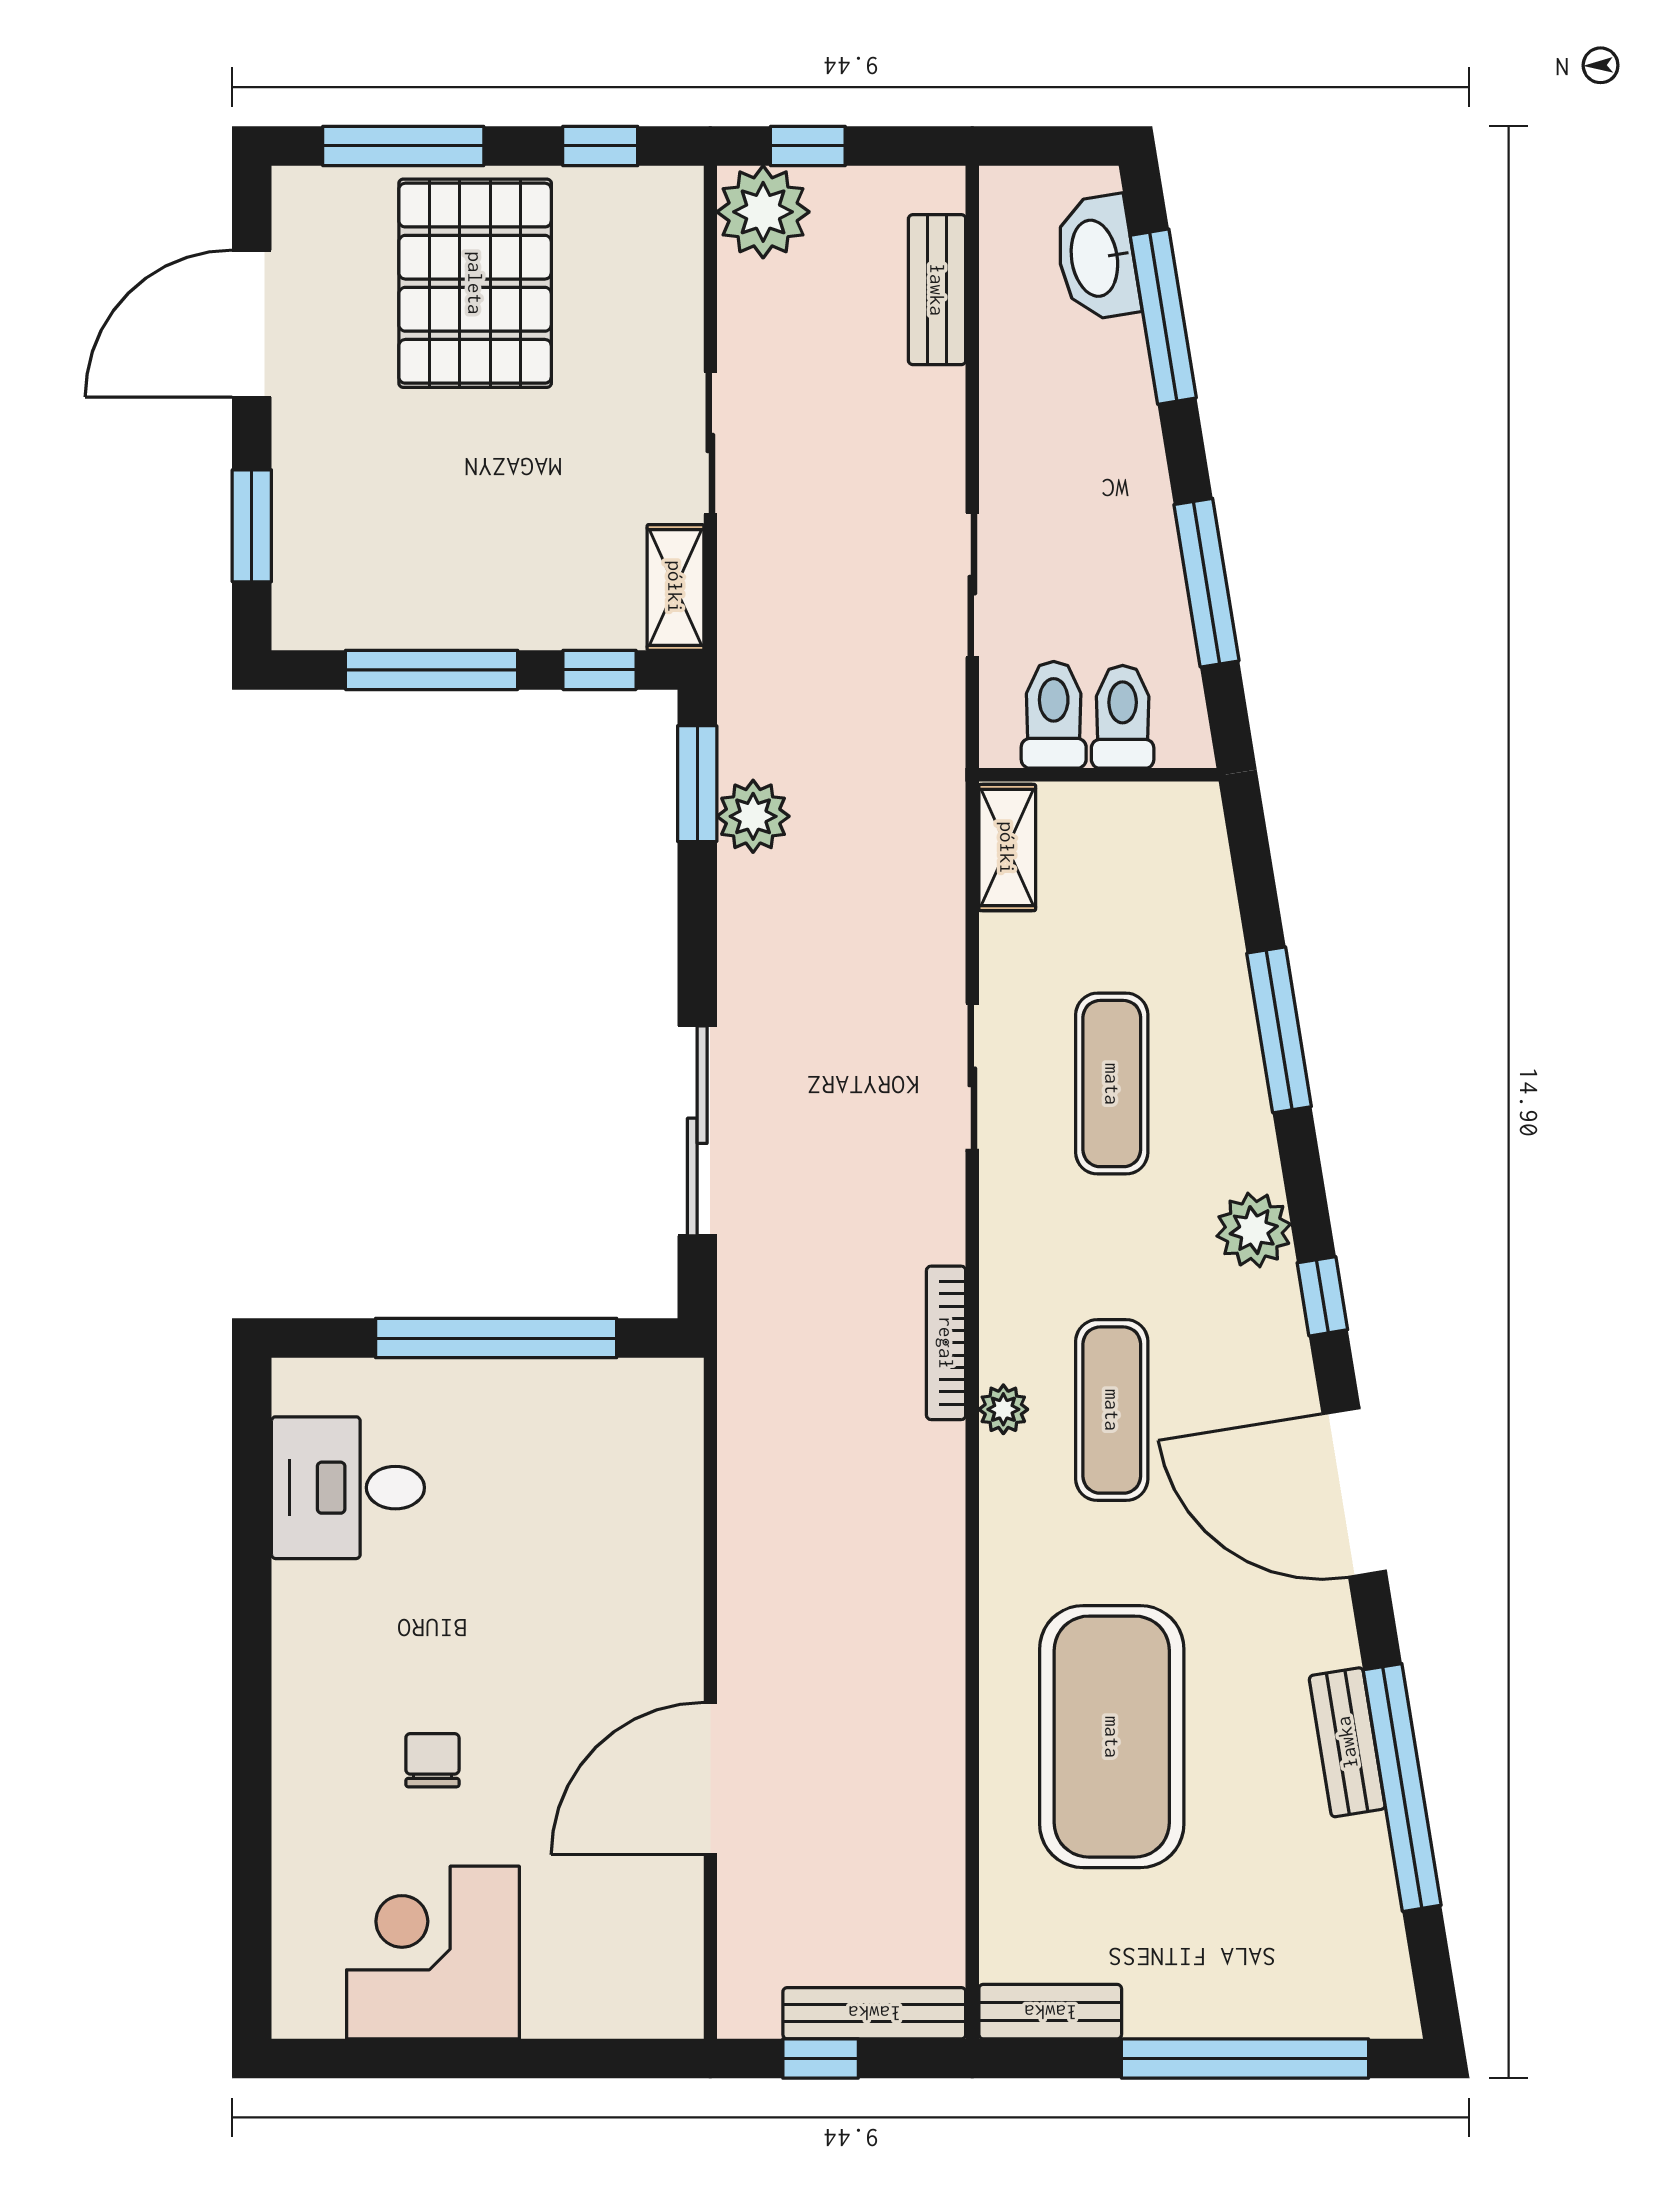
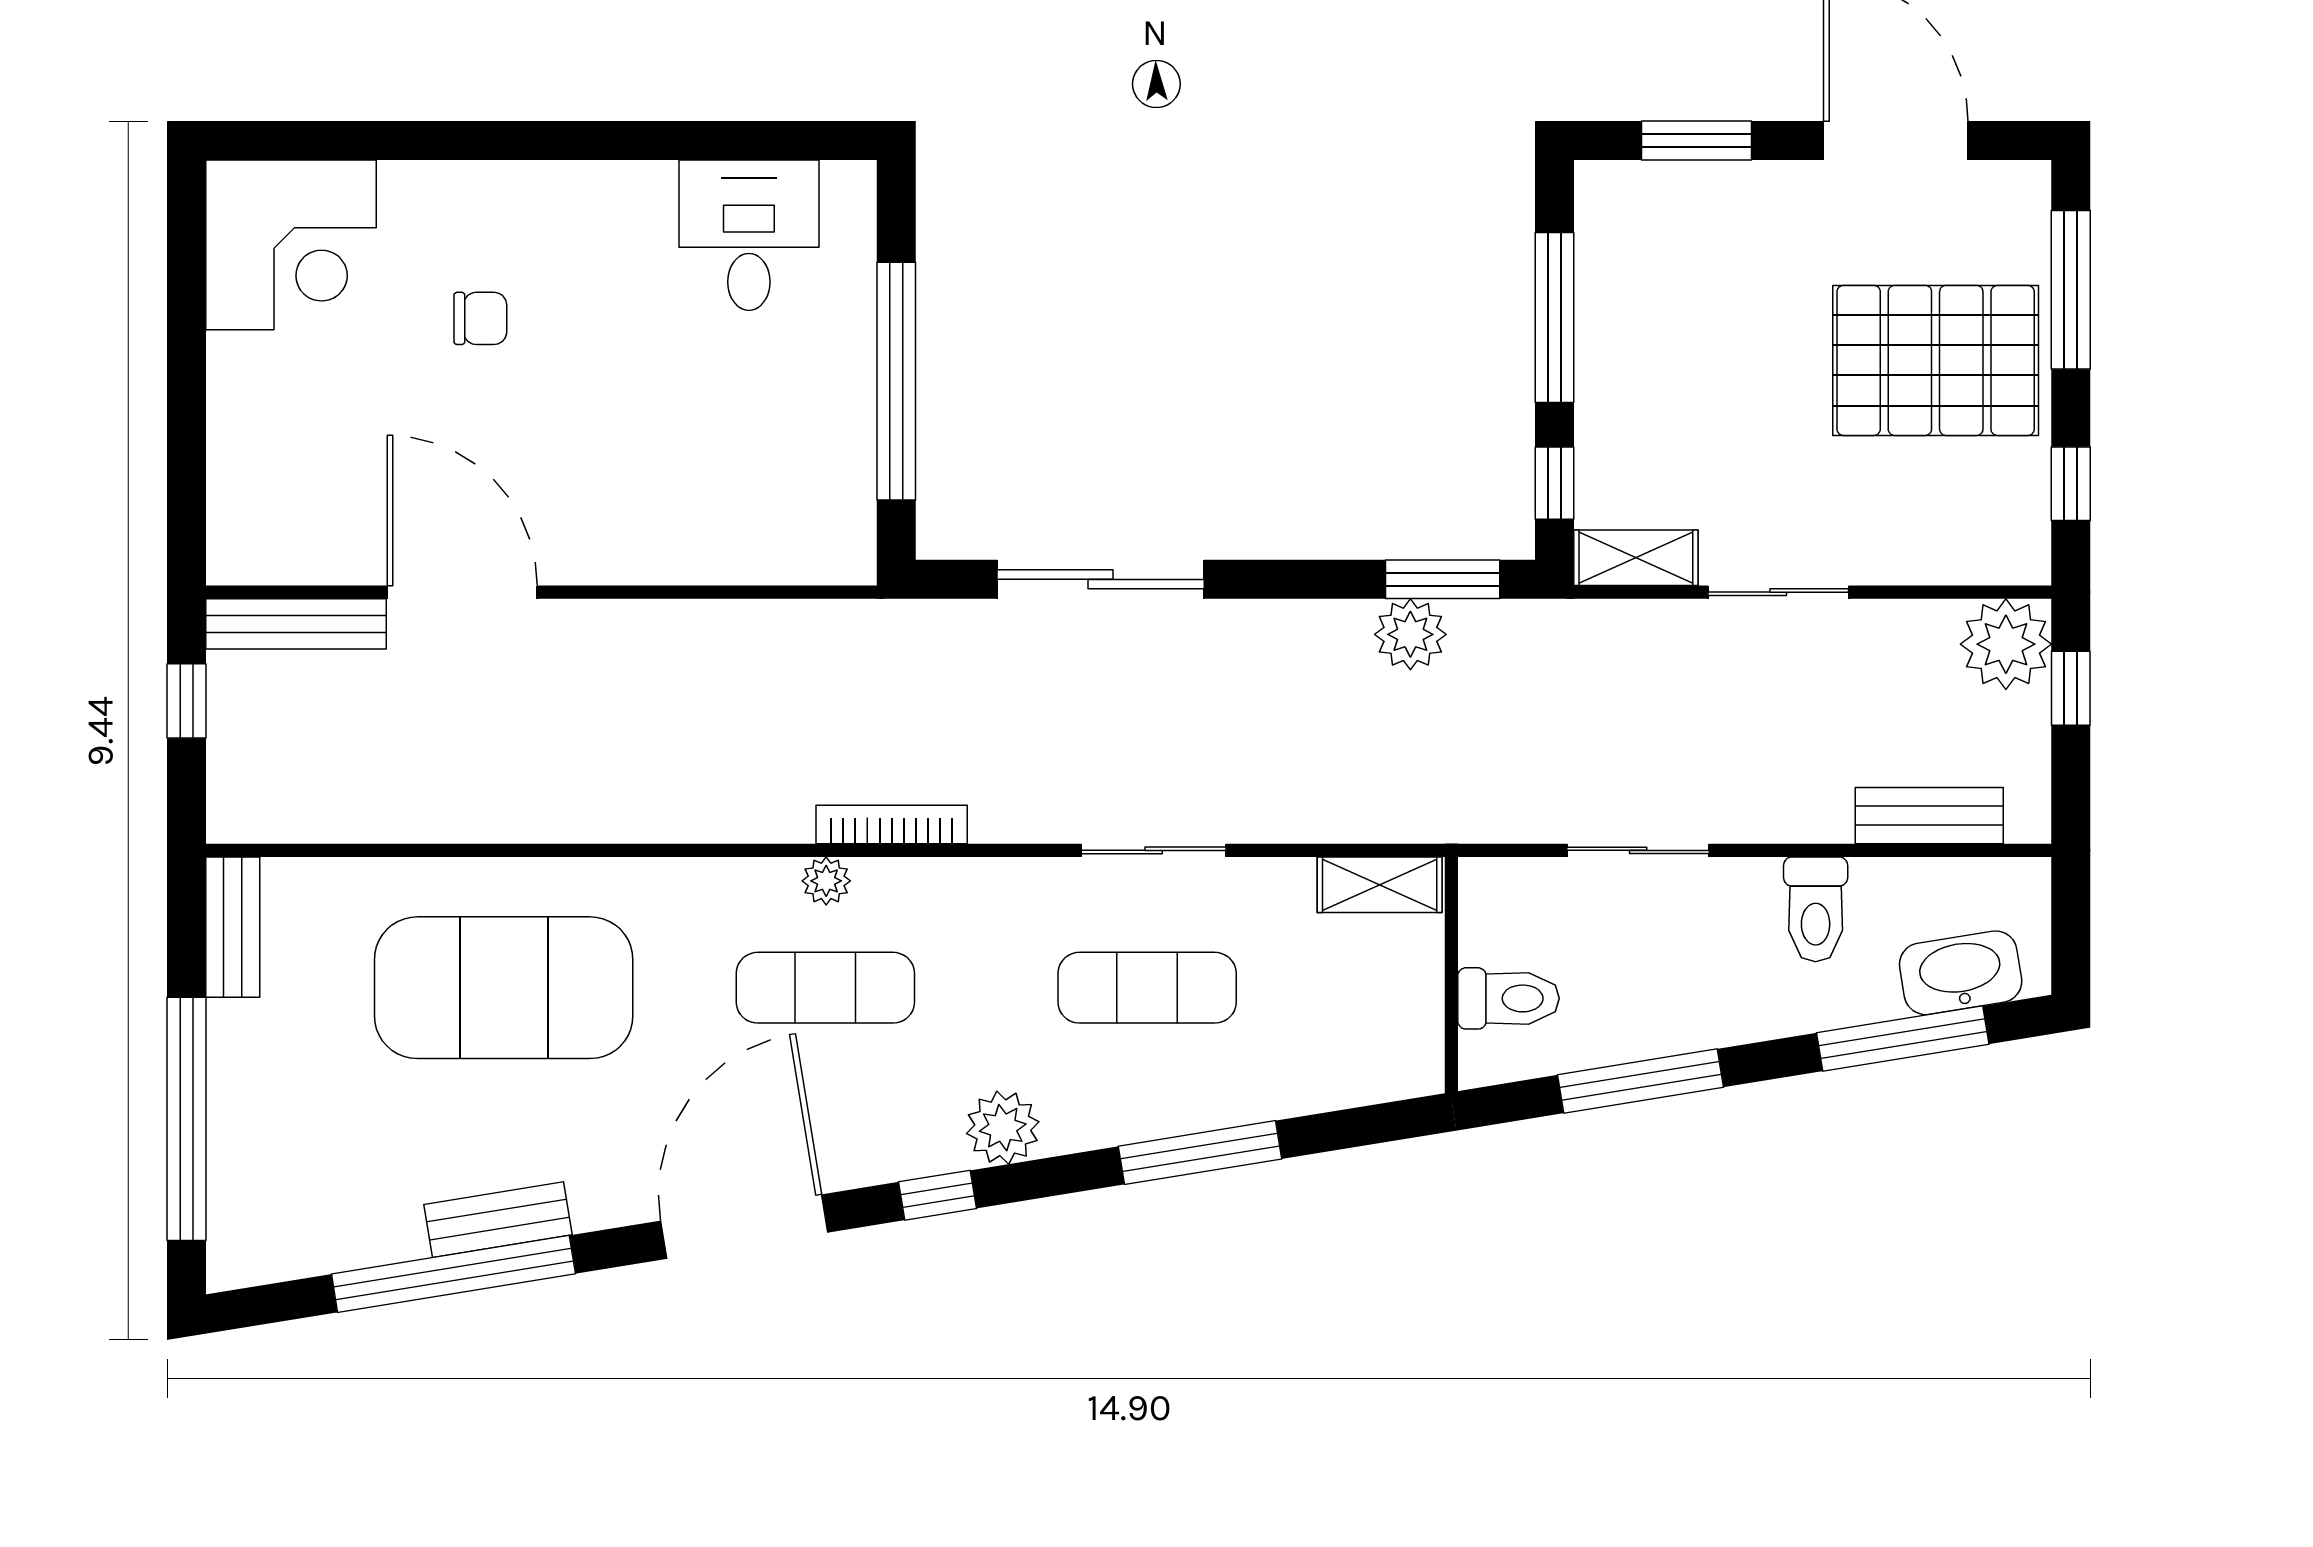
toilet: (1054, 715) -> (1816, 909), moved, turned 90
corner desk: (433, 1952) -> (291, 245), moved, turned 90
bench: (874, 2013) -> (296, 624), moved, turned 90

